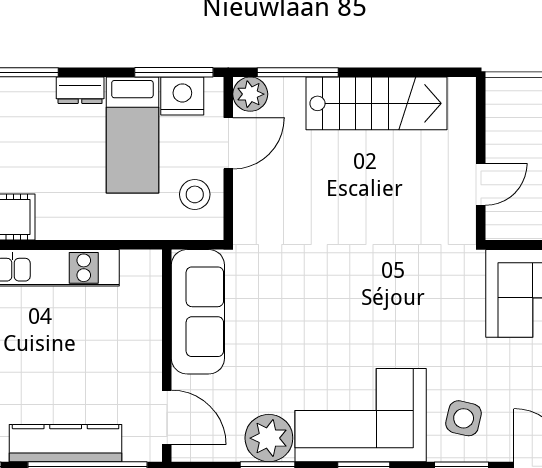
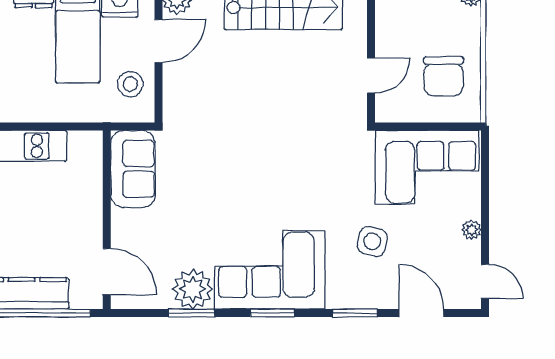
sofa: (198, 312) -> (133, 169), width x0.73
side table: (464, 418) -> (372, 241), moved

